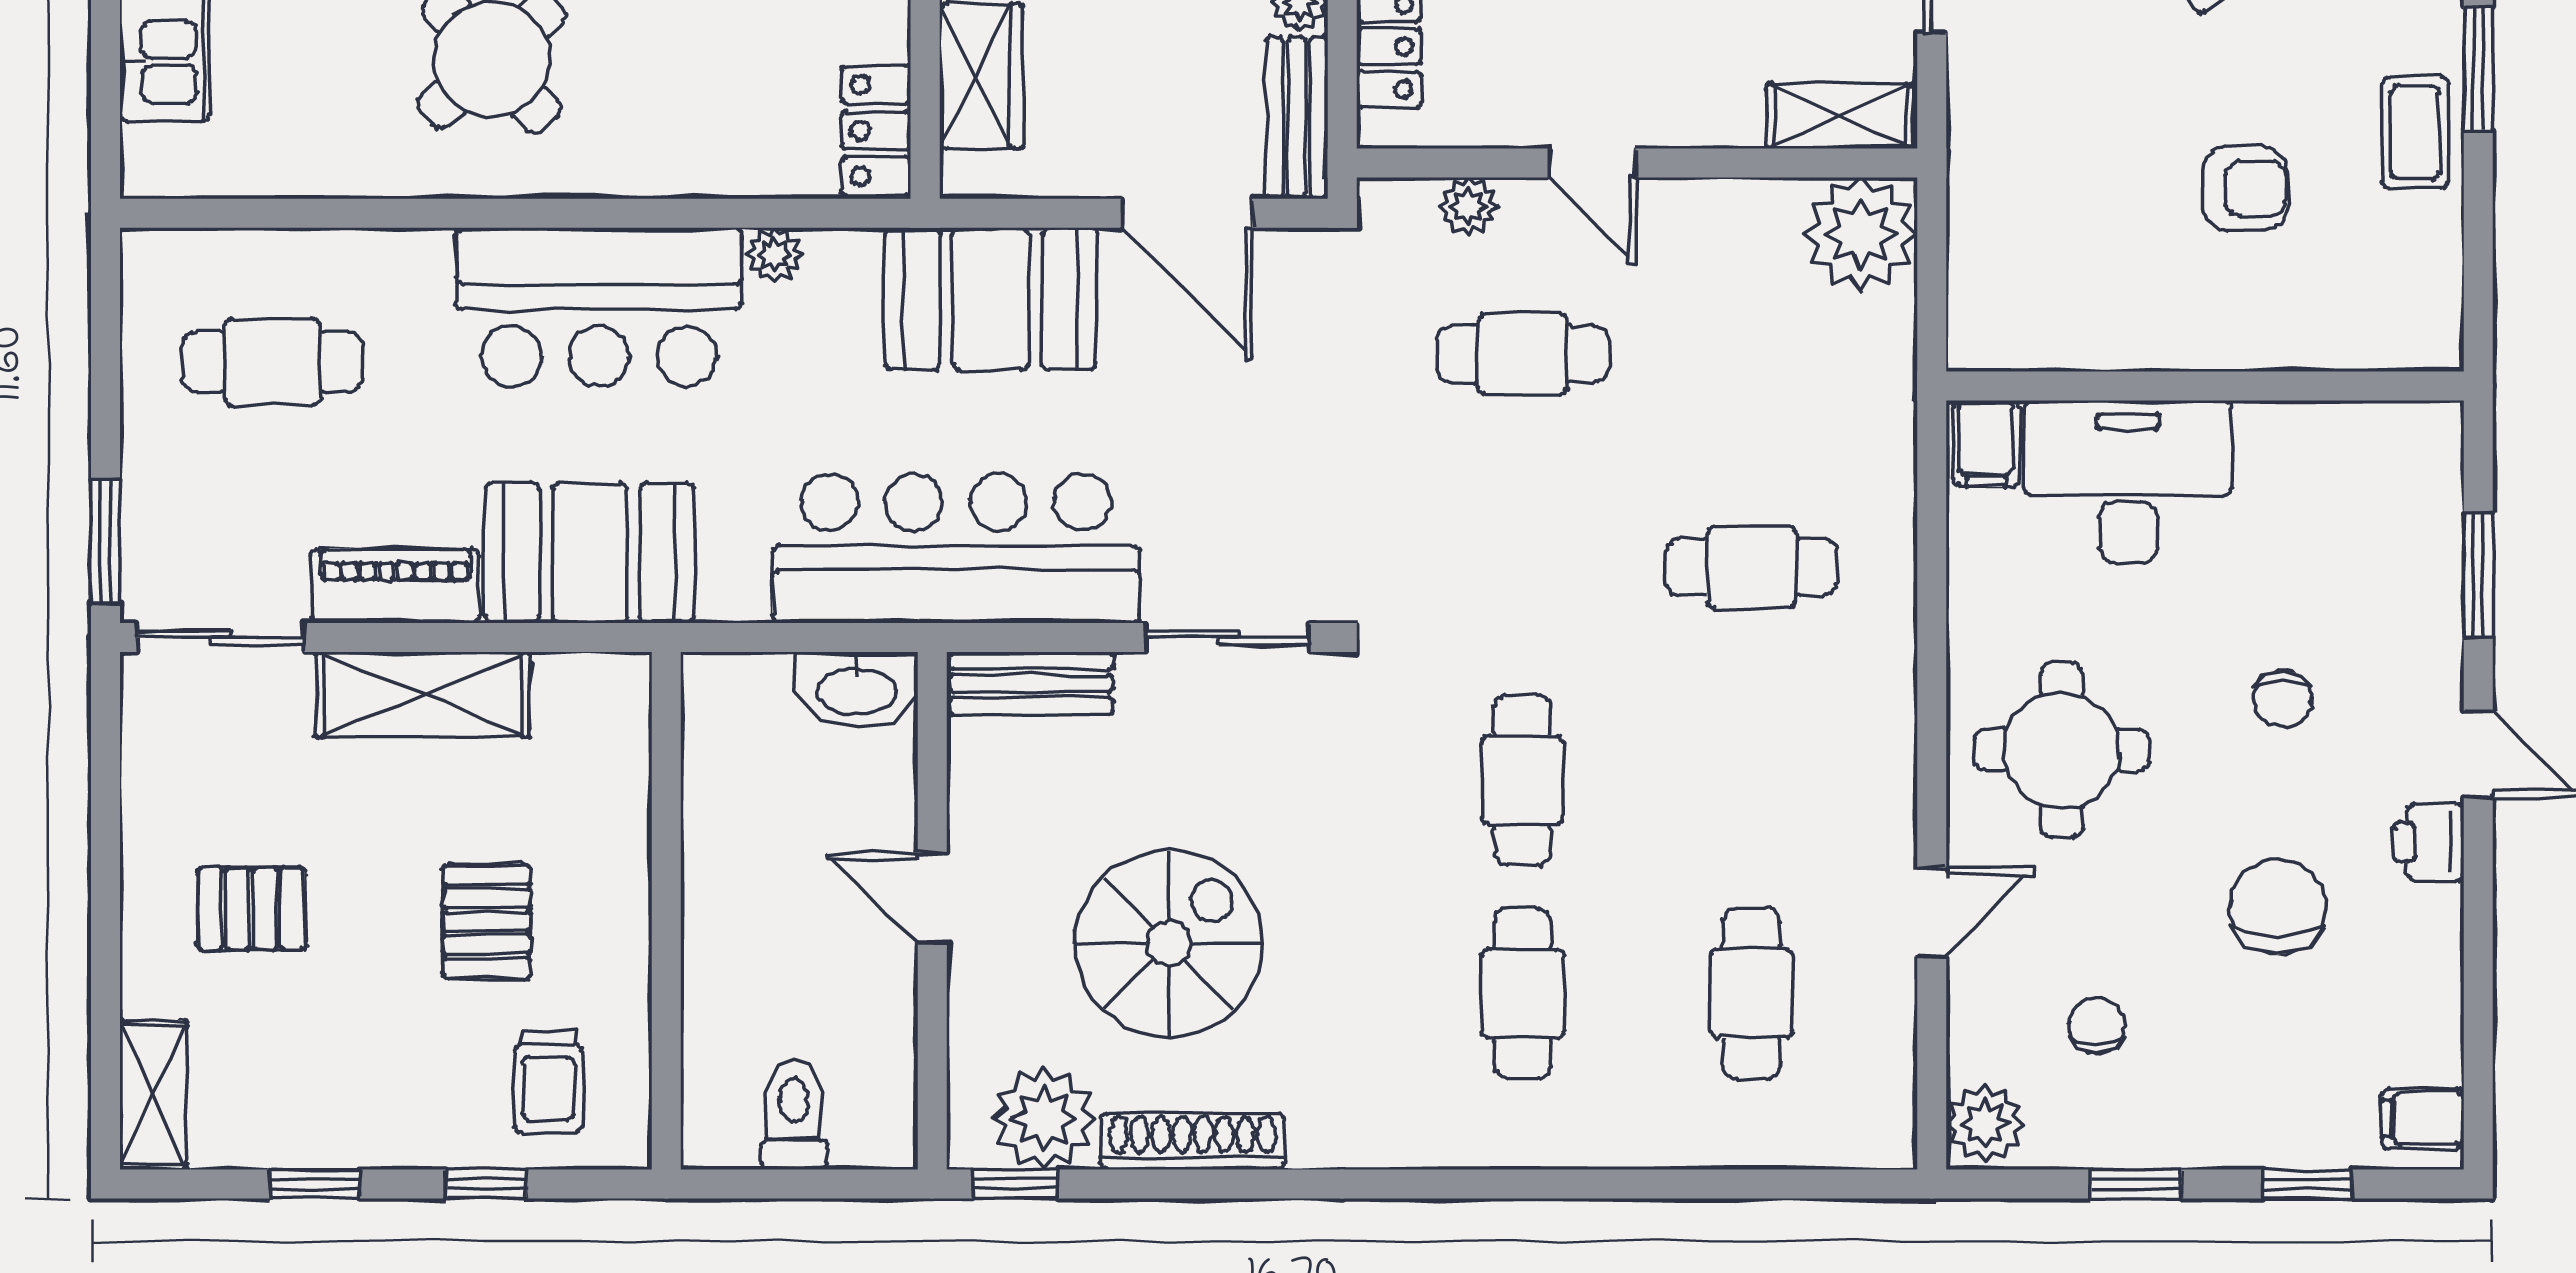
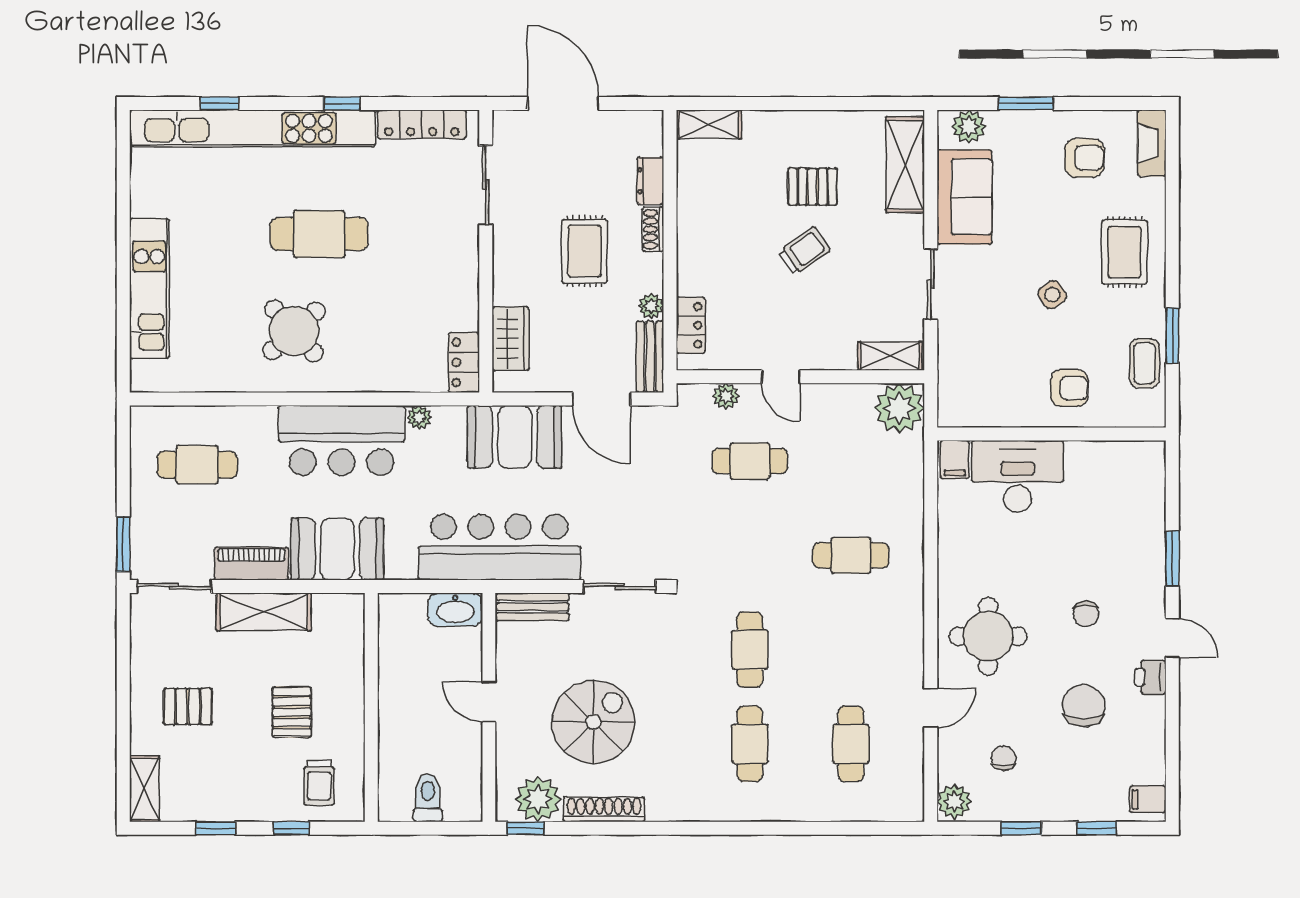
wall: (2205, 386) -> (1052, 434), moved
filing cabinet: (1986, 444) -> (955, 459), moved
desk: (2128, 482) -> (1018, 476), moved

